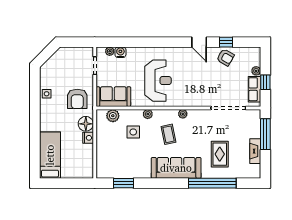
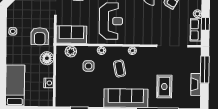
nightstand: (88, 138) -> (49, 83), moved

